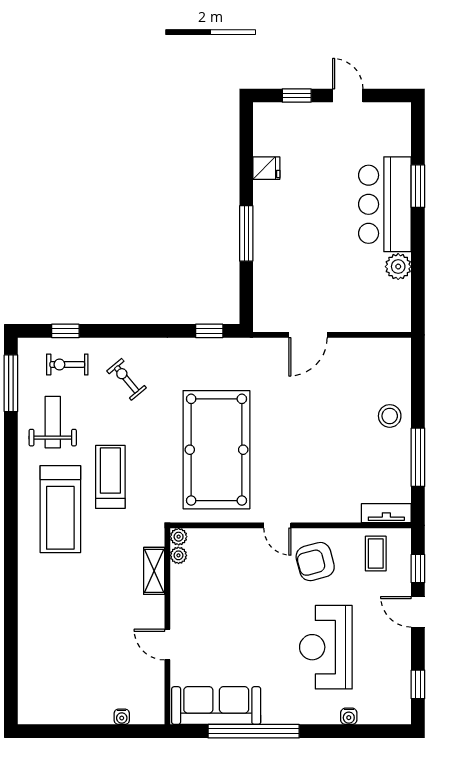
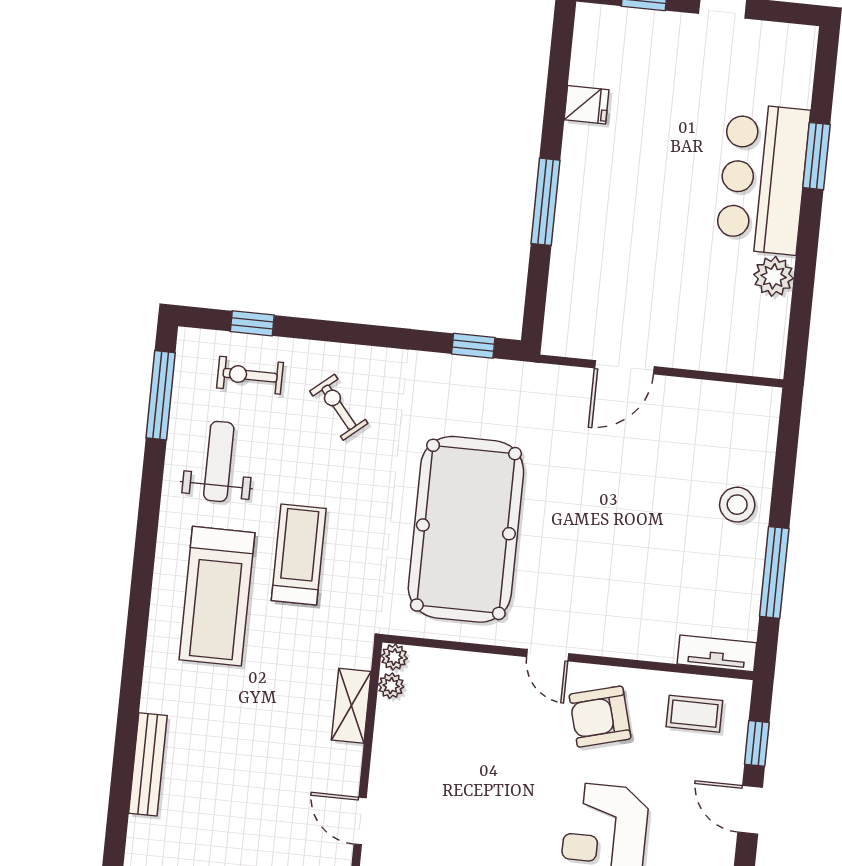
coffee table: (376, 554) -> (694, 714), turned 90
bench: (27, 622) -> (148, 764), added

